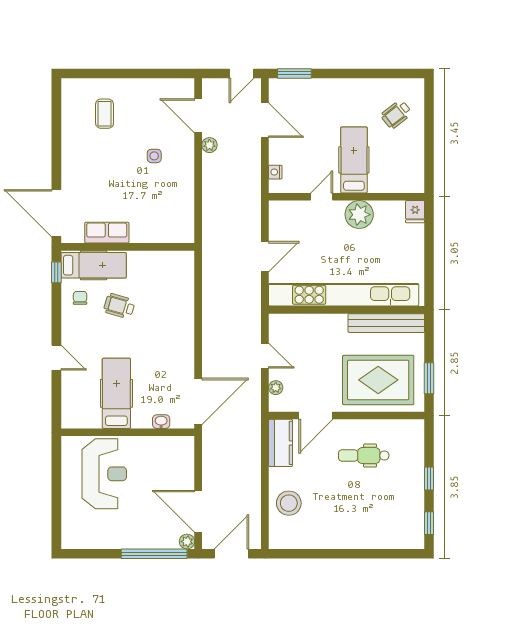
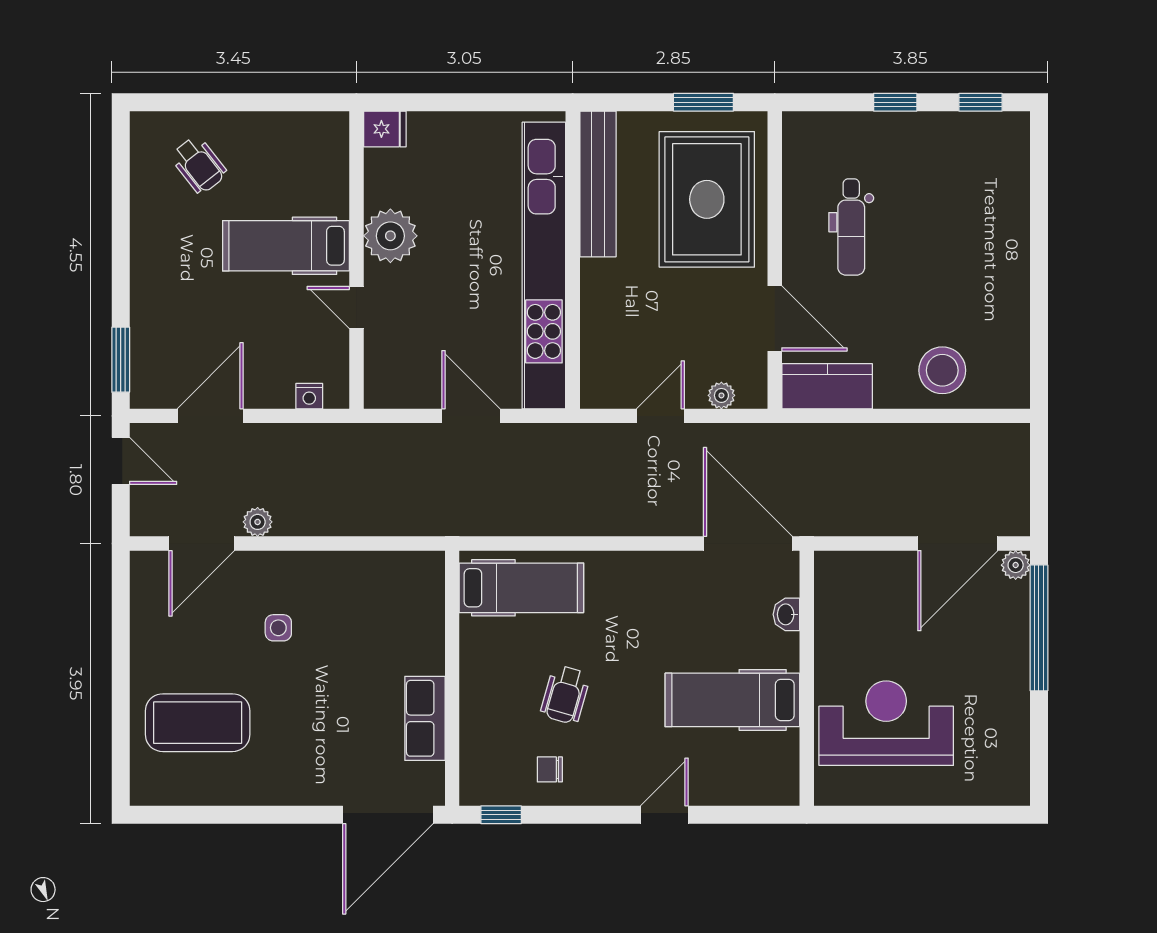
coffee table: (105, 114) -> (198, 723), width x1.86, depth x1.72
hospital bed: (94, 265) -> (521, 588), moved, turned 90
door: (231, 554) -> (1039, 480), removed

